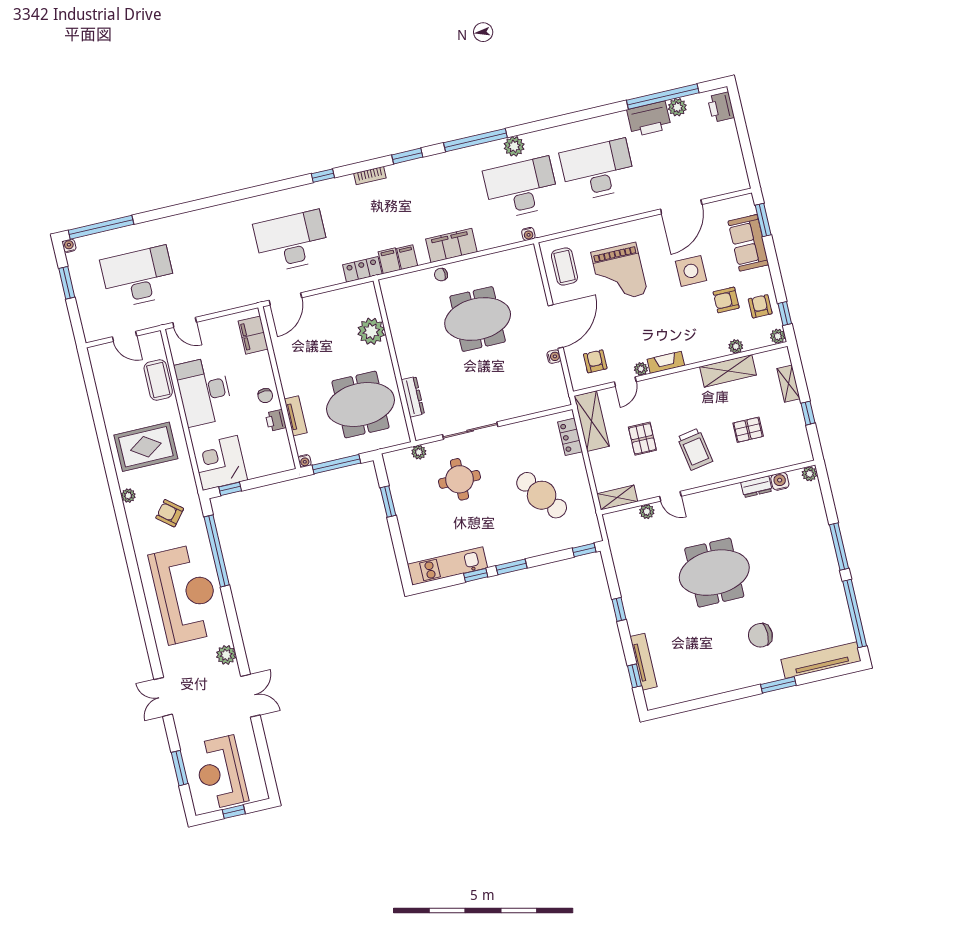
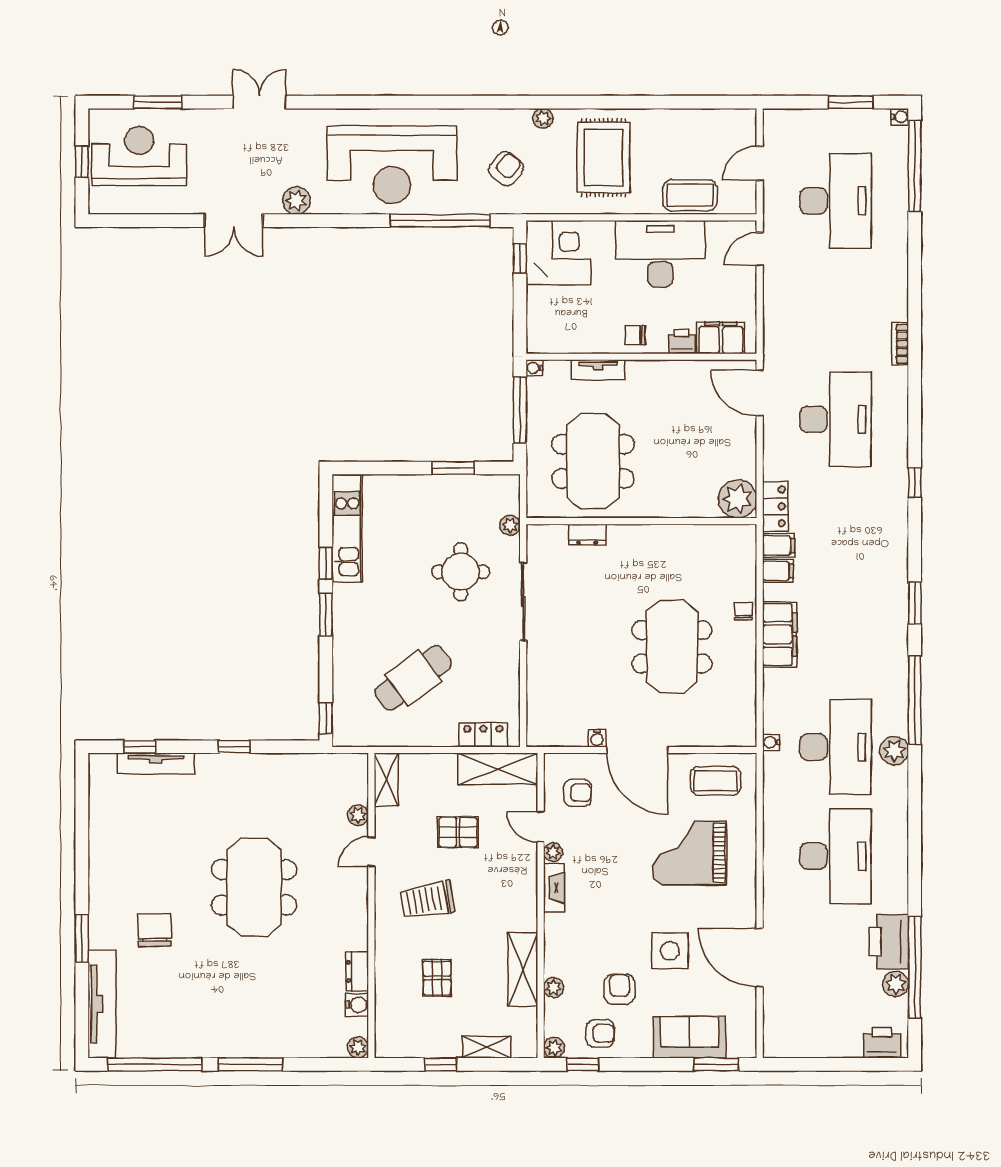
bookcase: (370, 176) -> (900, 344), moved
plant: (371, 331) -> (738, 499), moved
dresser: (413, 397) -> (587, 535), width x0.70
printer: (276, 420) -> (682, 342), moved

